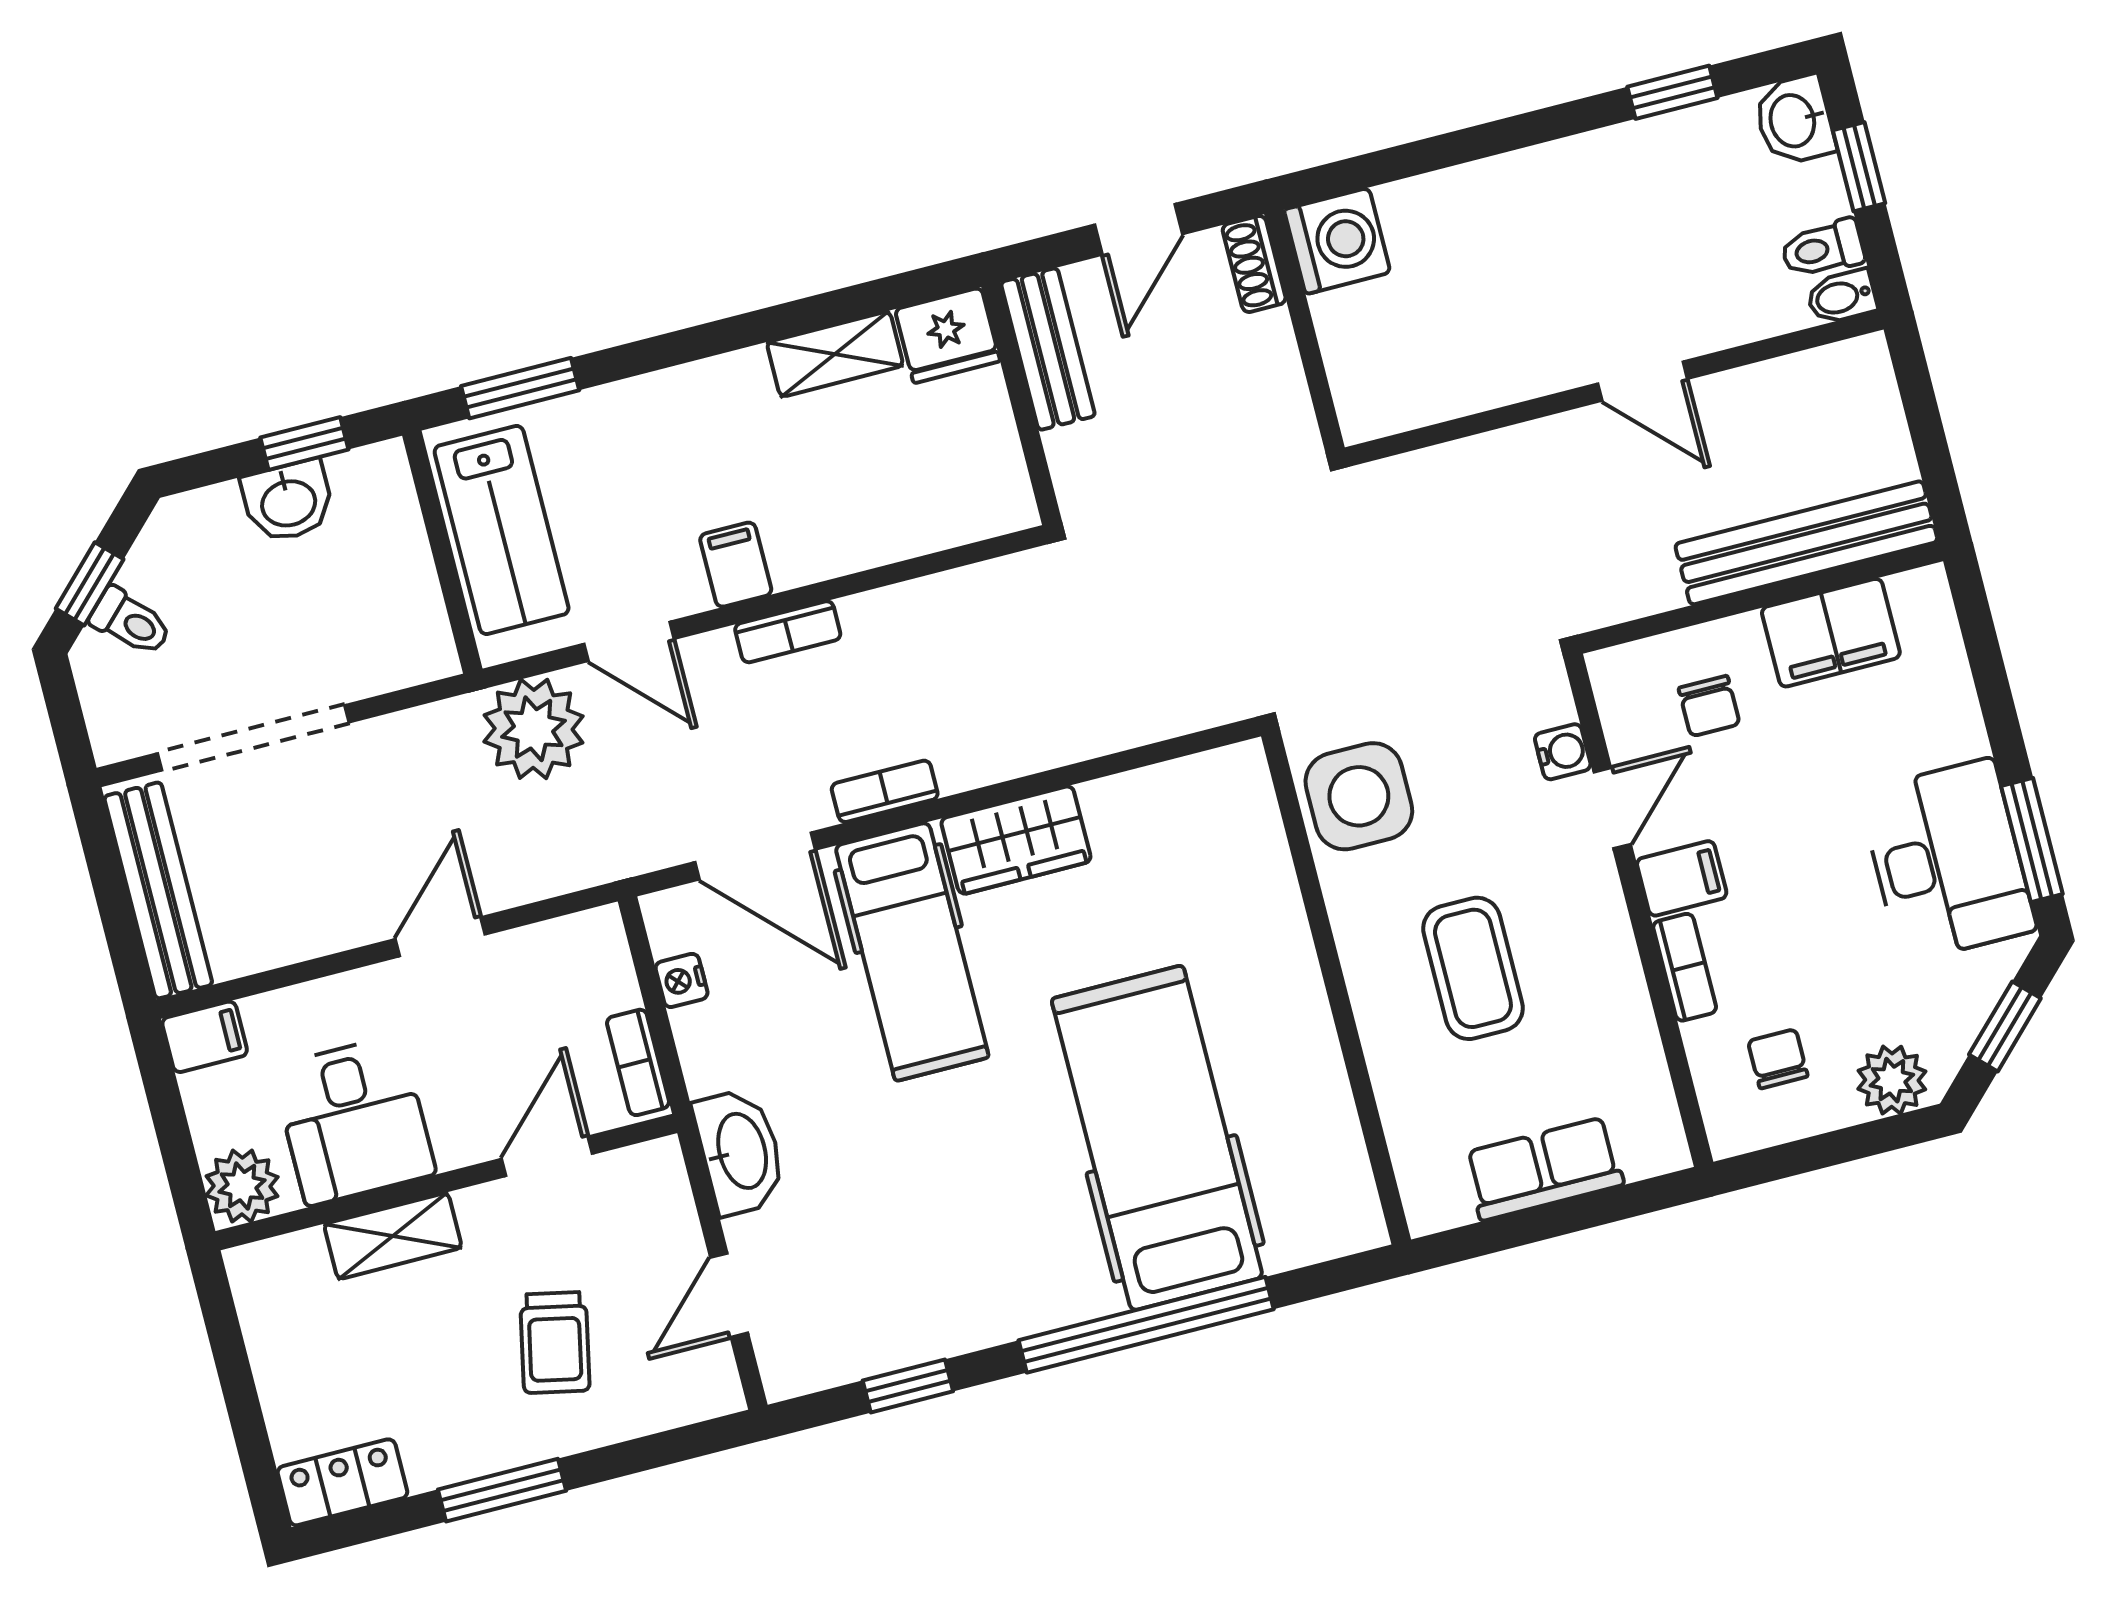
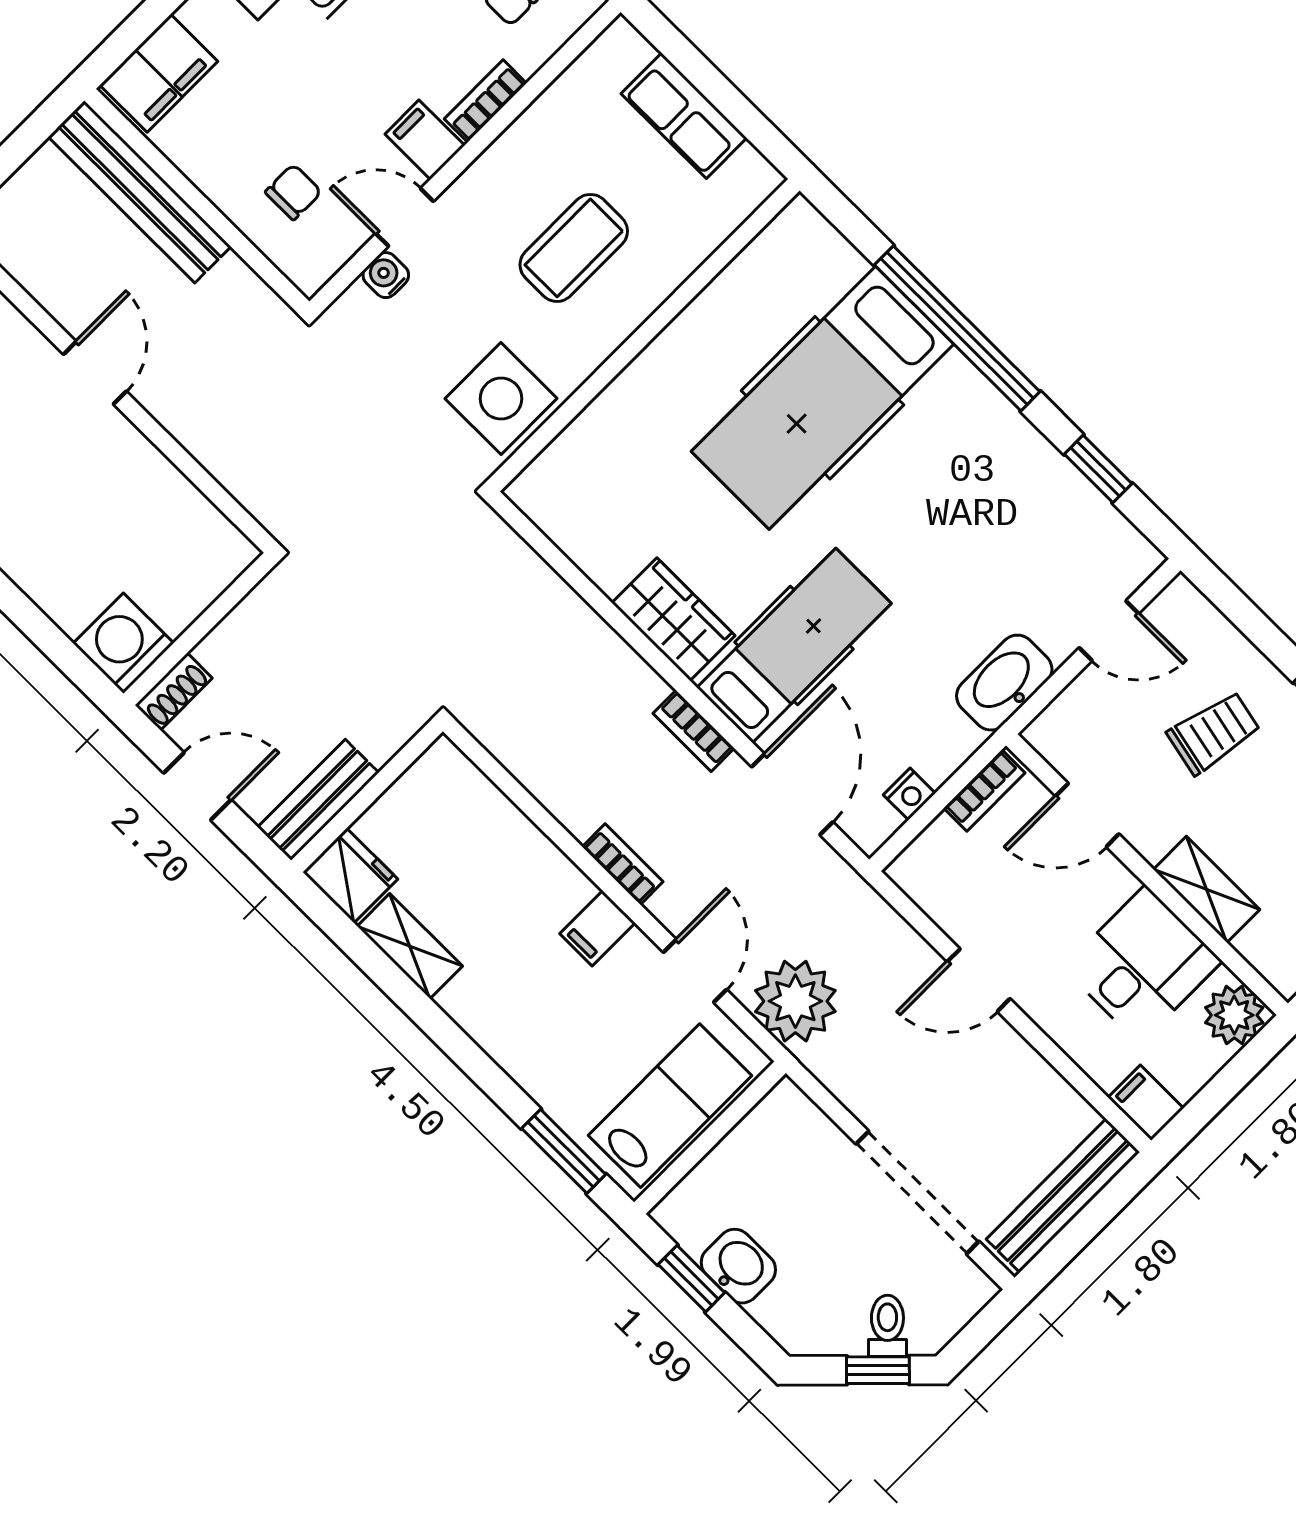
filing cabinet: (1831, 633) -> (159, 73), moved, turned 90

